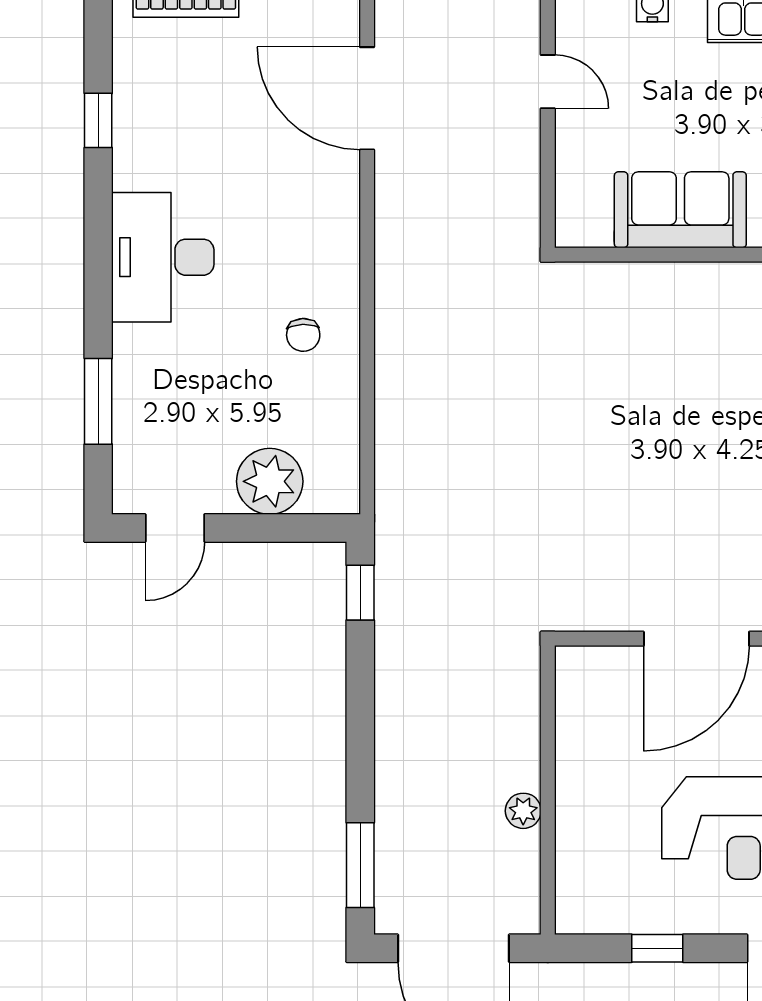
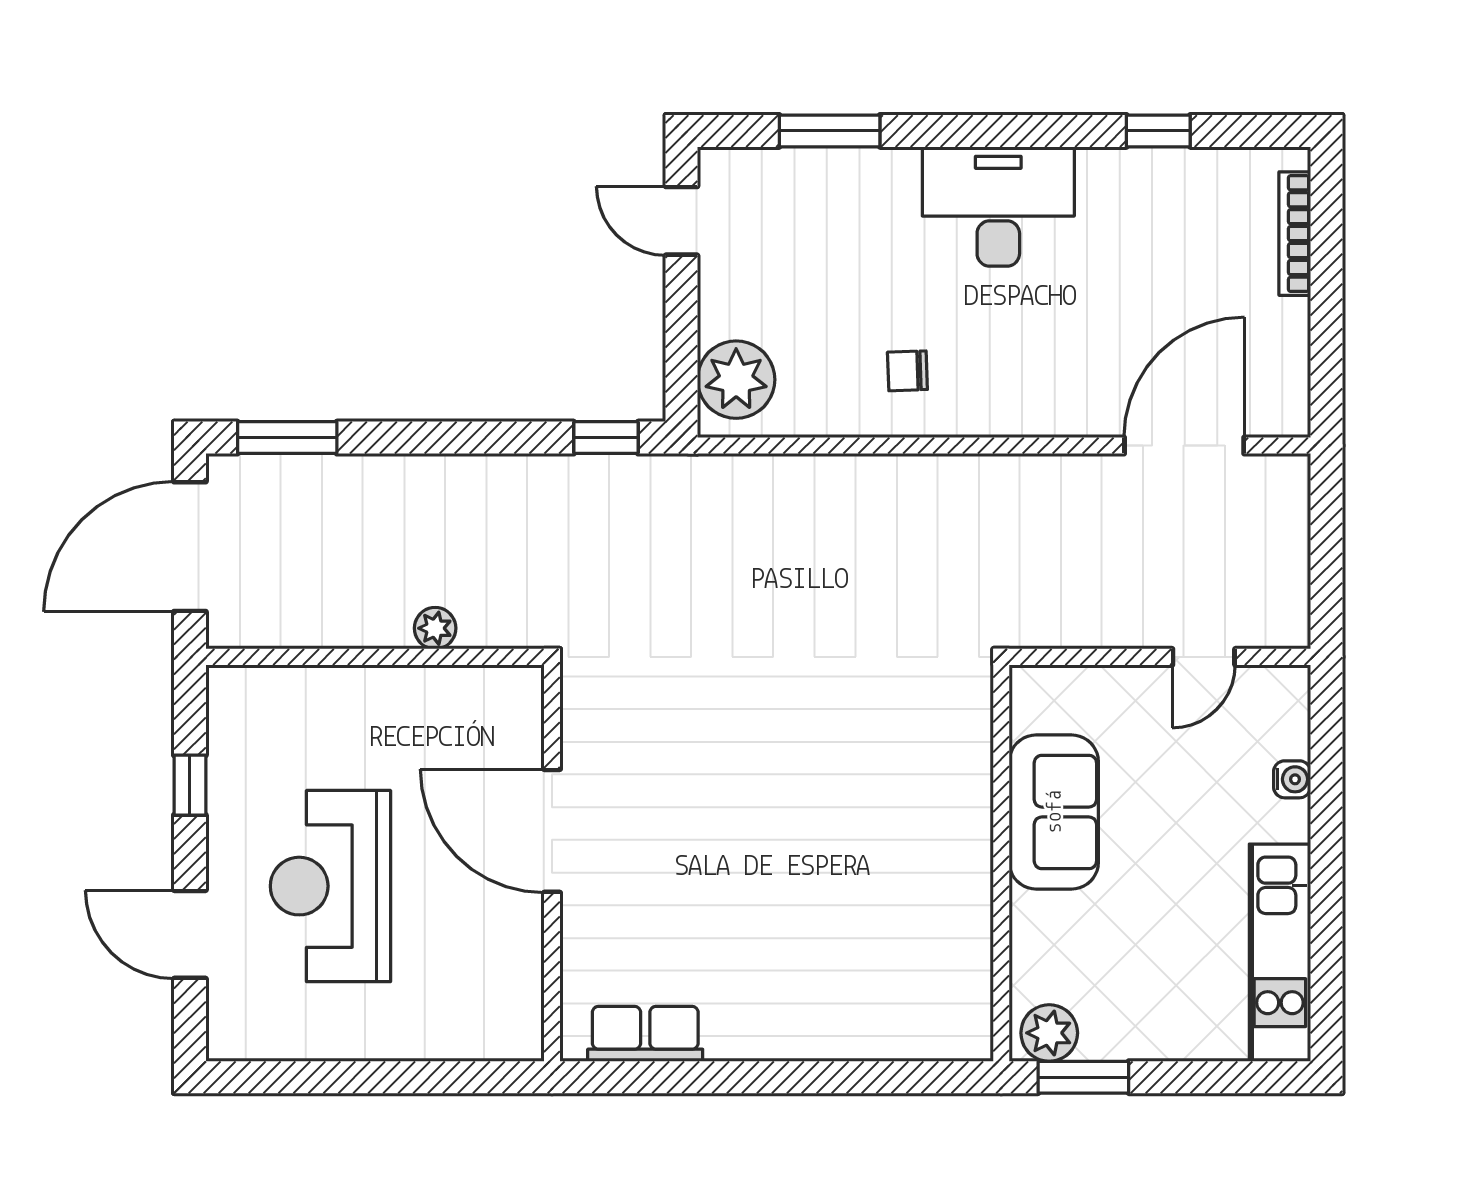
plant: (270, 481) -> (736, 380), moved
plant: (523, 811) -> (435, 628), moved

